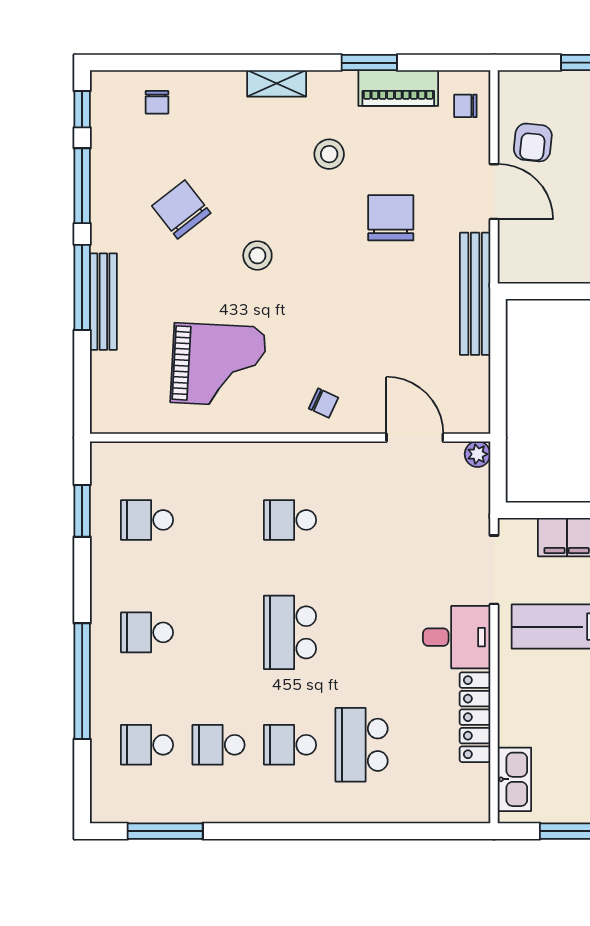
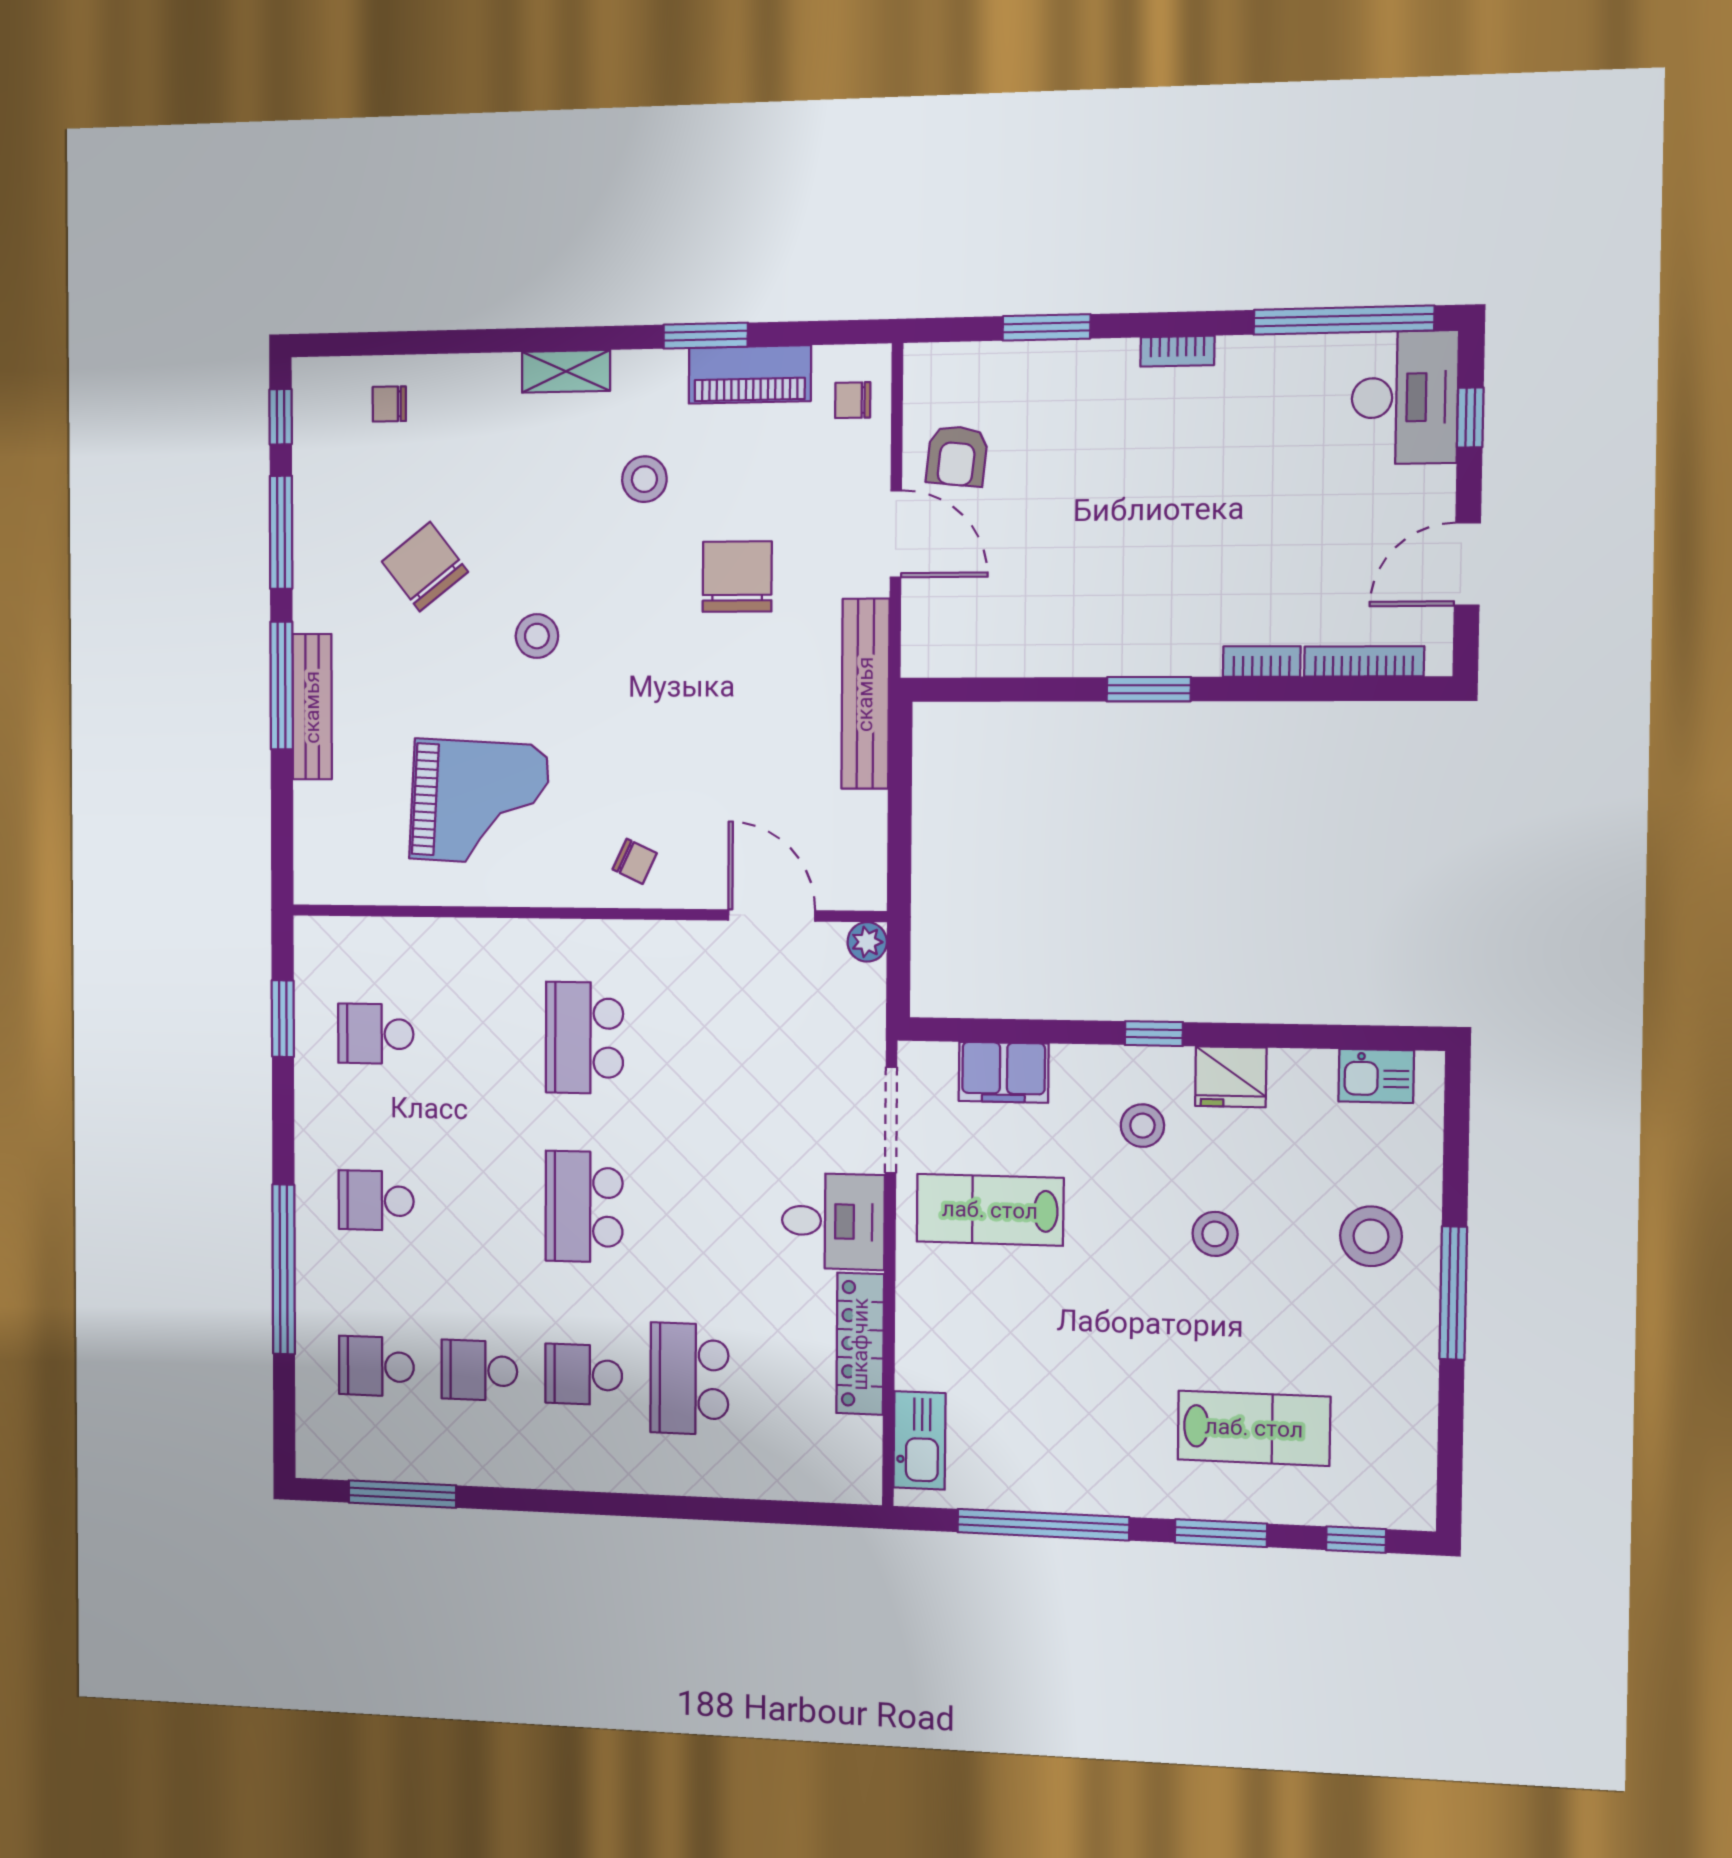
chair: (157, 102) -> (389, 404), turned 90
school desk: (290, 520) -> (584, 1038), width x1.85

